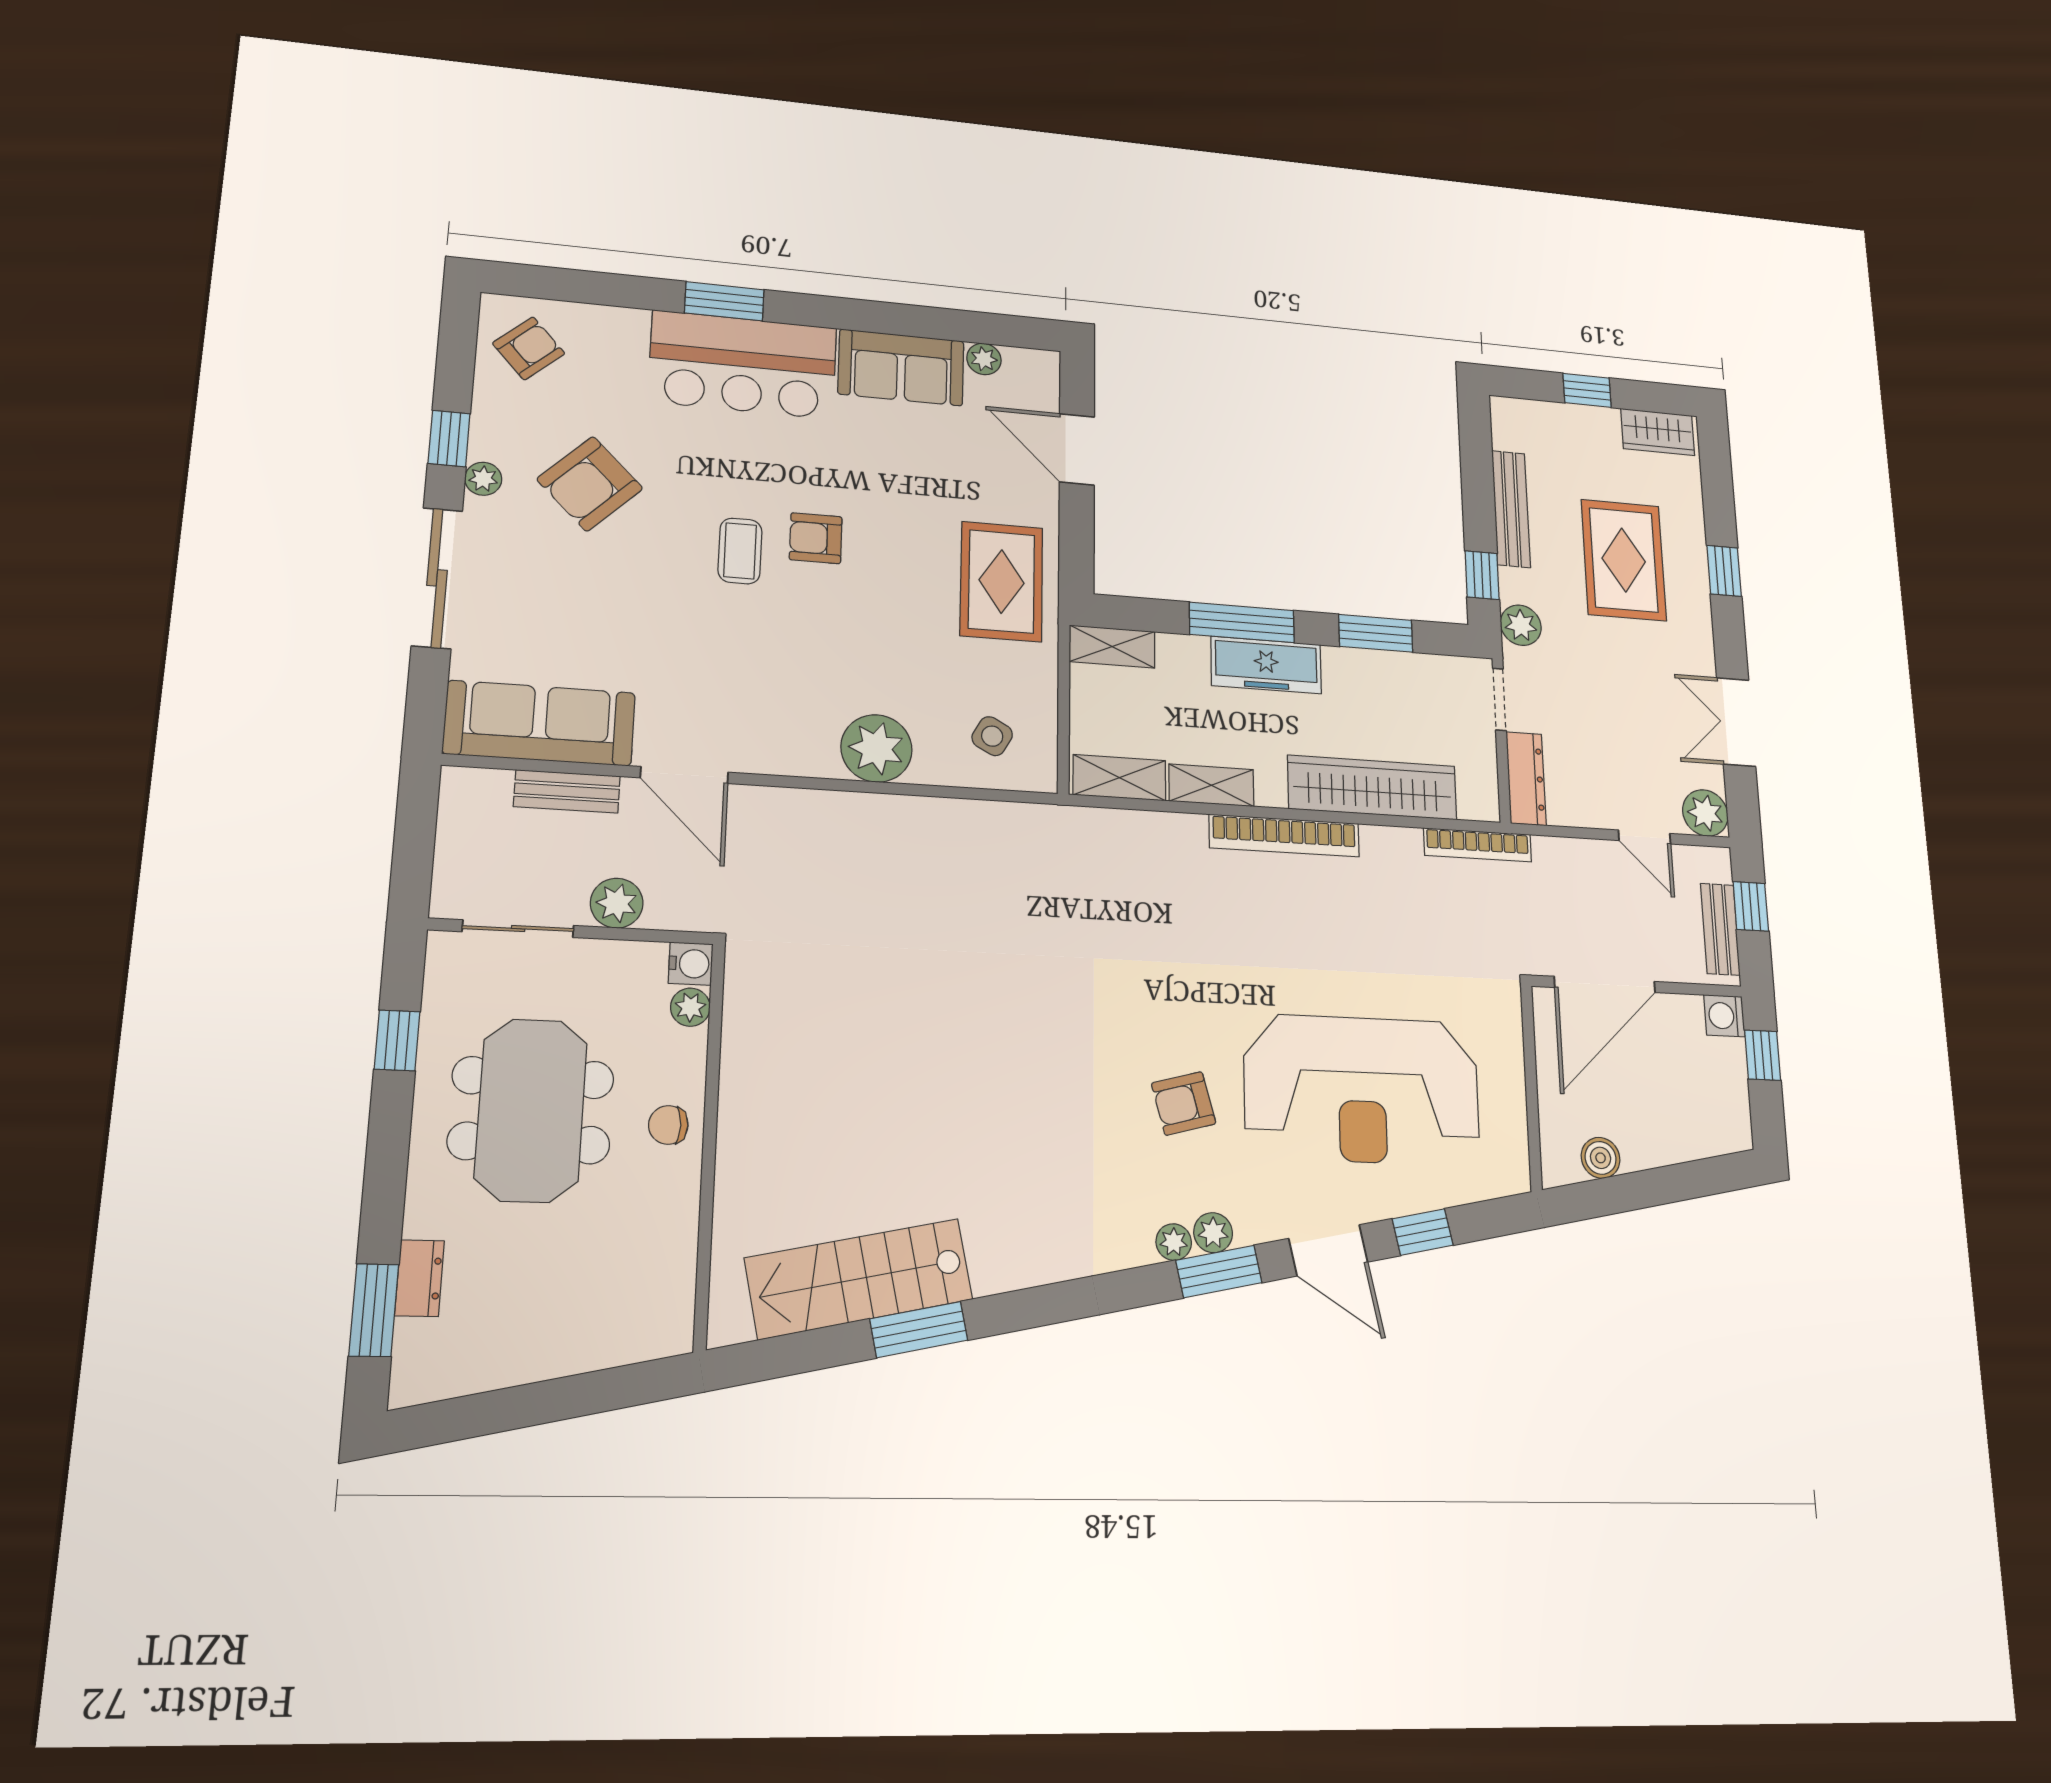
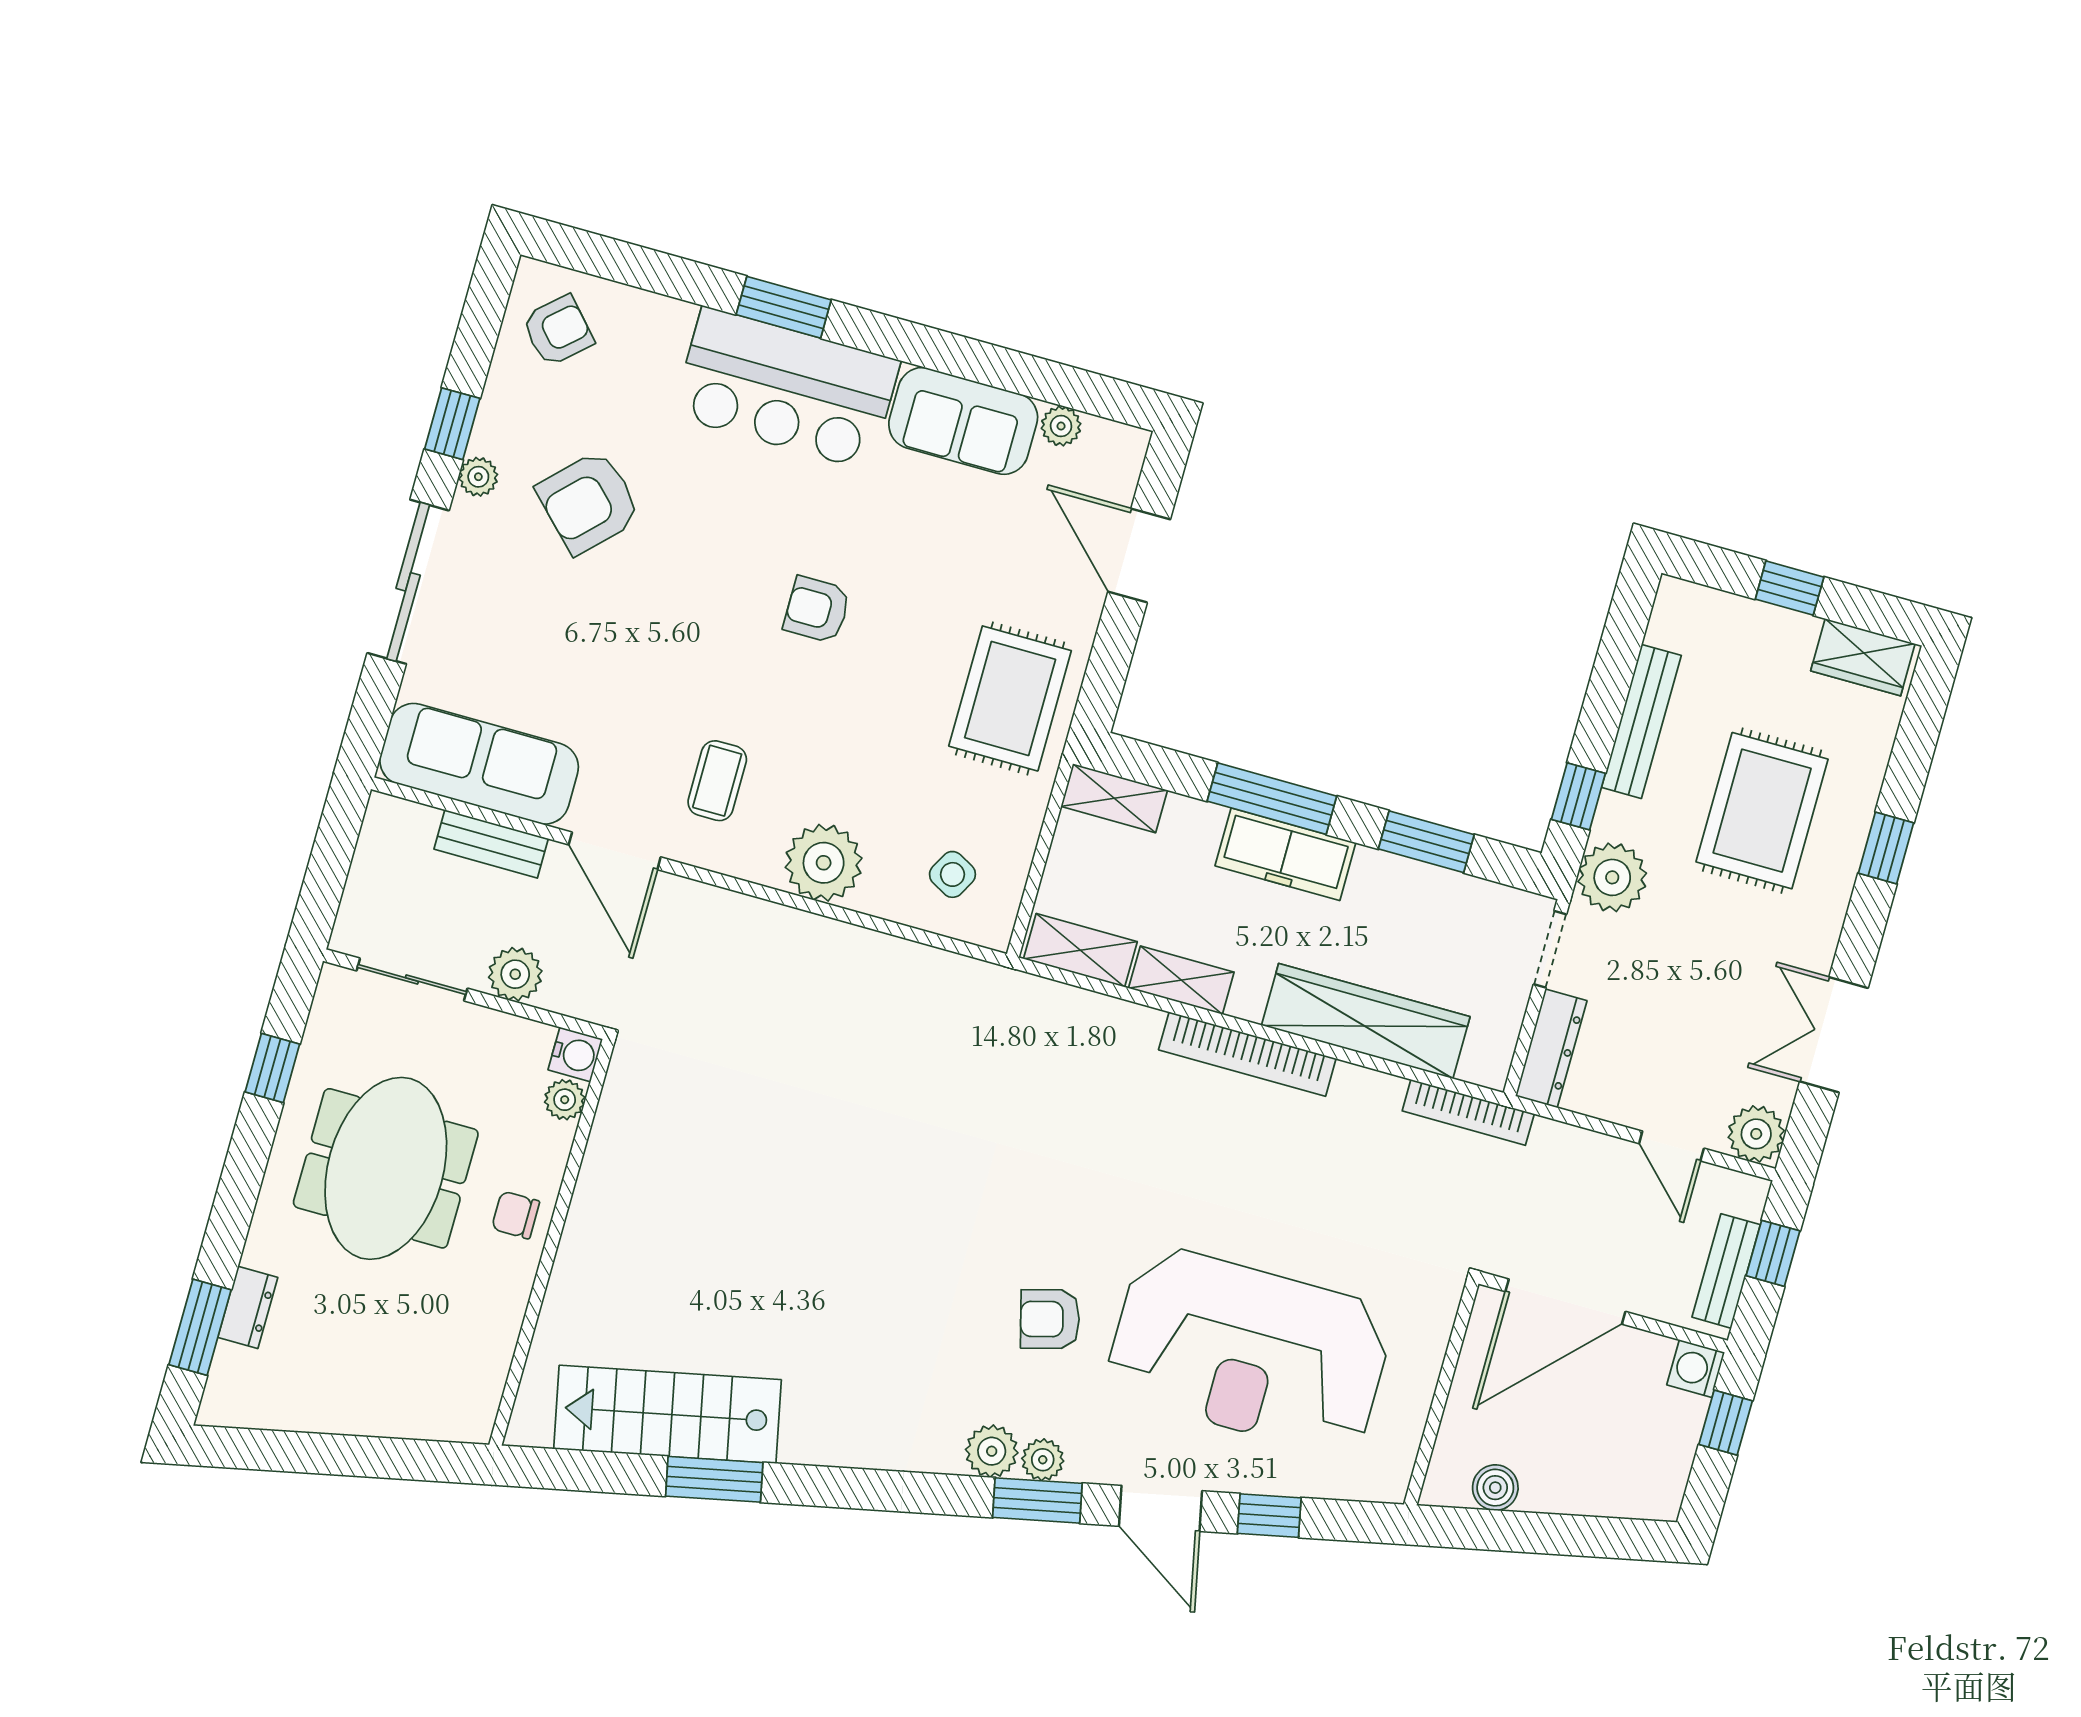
coffee table: (740, 551) -> (717, 781), moved
plant: (1521, 625) -> (1612, 877), width x1.36, depth x1.36
plant: (1174, 1242) -> (992, 1451), width x1.38, depth x1.38

